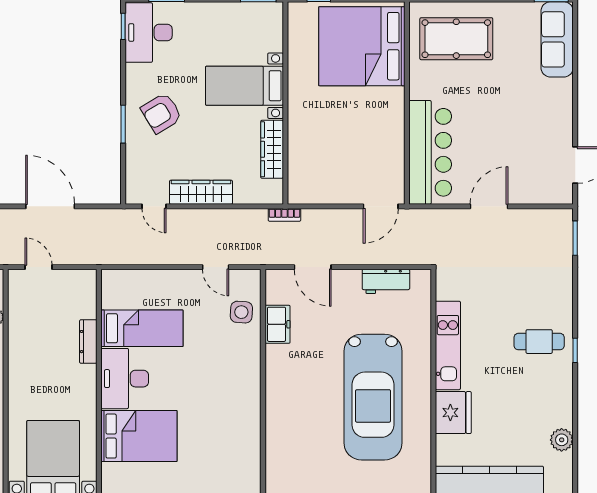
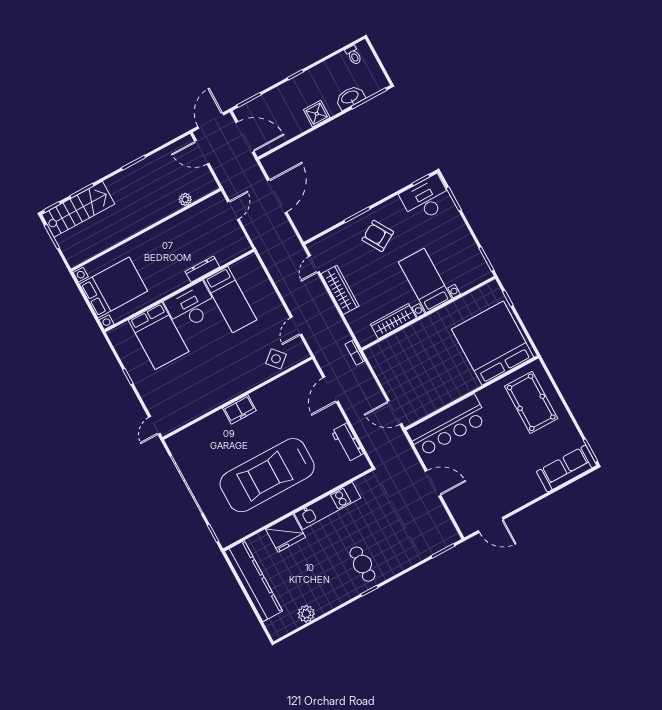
side table: (241, 312) -> (276, 359), turned 45
freezer: (278, 324) -> (239, 409), moved

